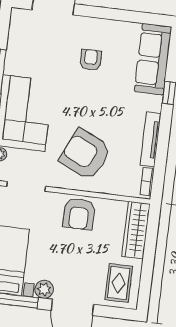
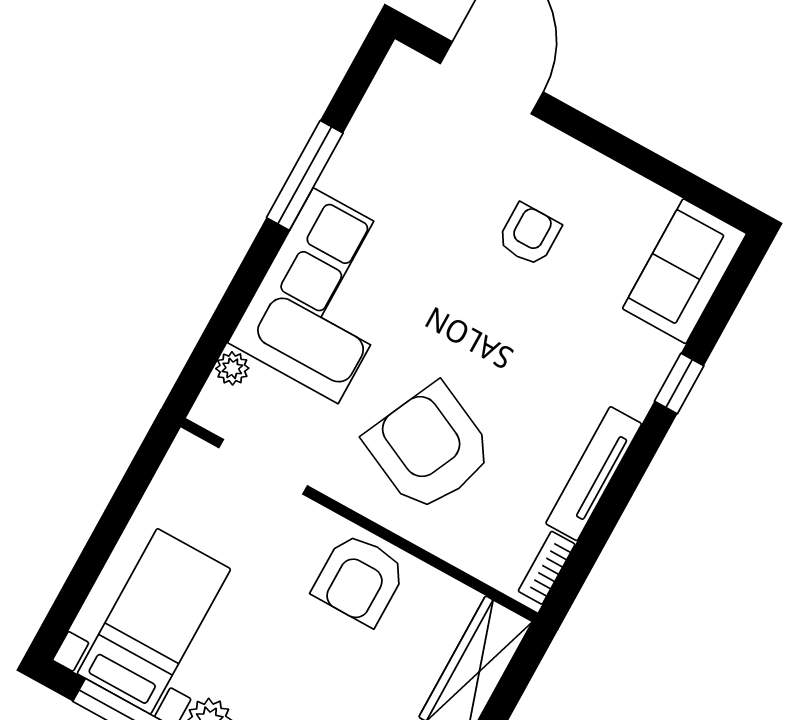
sofa: (153, 59) -> (684, 271), width x0.73

